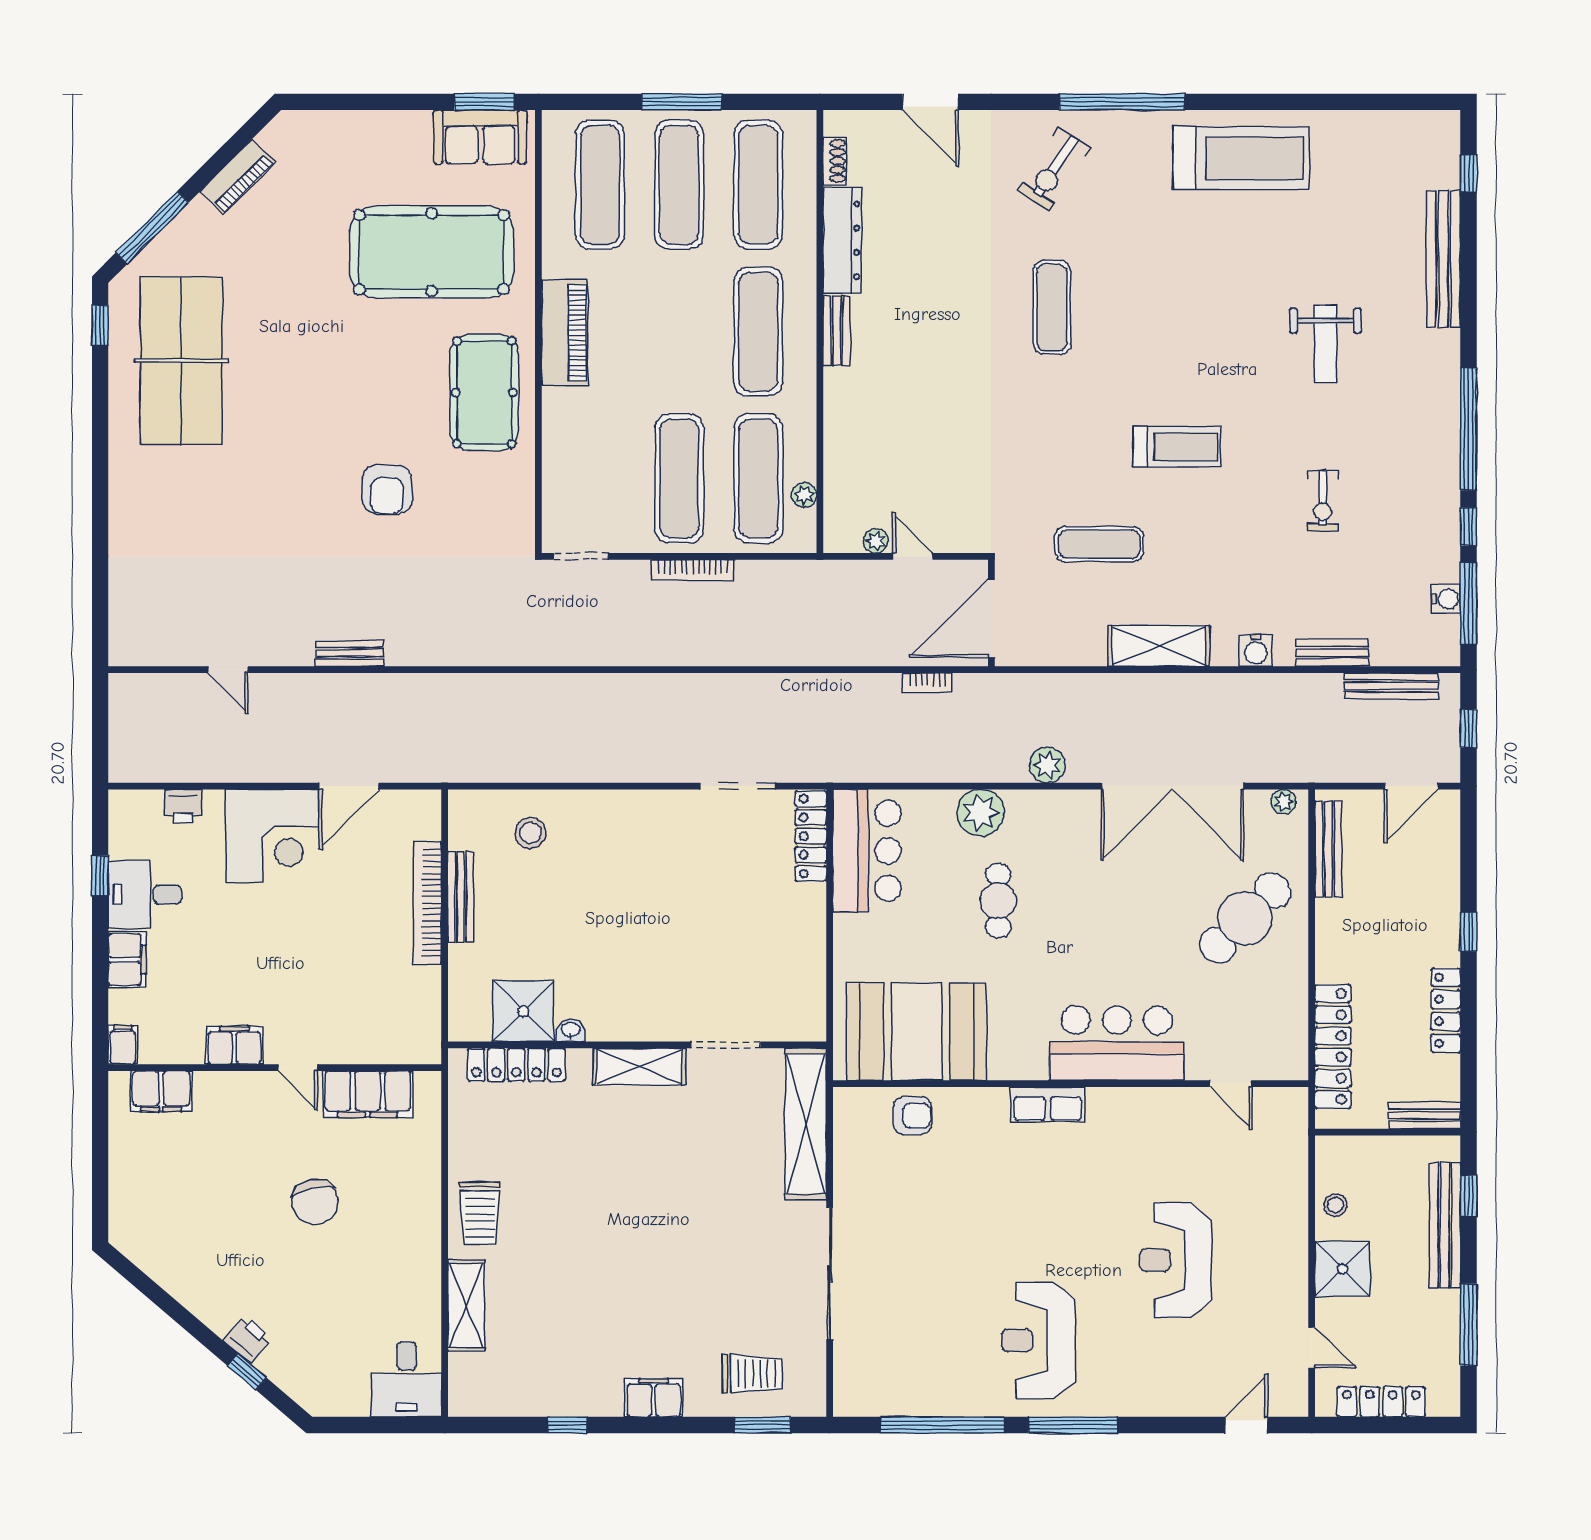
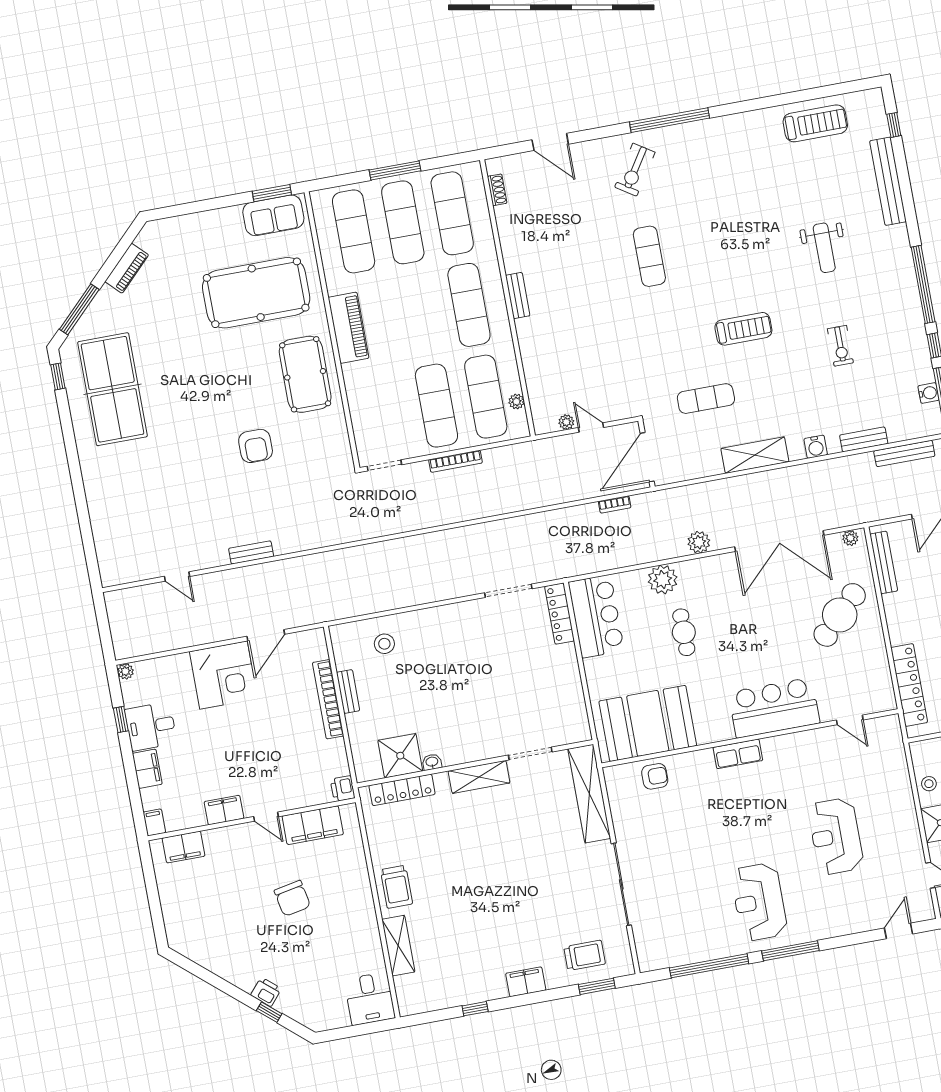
treadmill: (1241, 158) -> (815, 123), moved, width x0.73, depth x0.73
dresser: (842, 240) -> (511, 238), removed
plant: (121, 802) -> (125, 671), added
printer: (183, 806) -> (343, 789), moved, turned 90
bench: (461, 897) -> (348, 691), width x0.73

